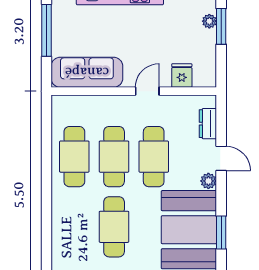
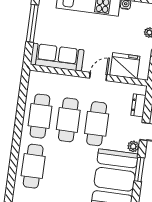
fridge: (182, 76) -> (125, 66), width x1.88, depth x1.34
cafe table: (114, 227) -> (33, 166), moved
window: (221, 233) -> (139, 169), moved

